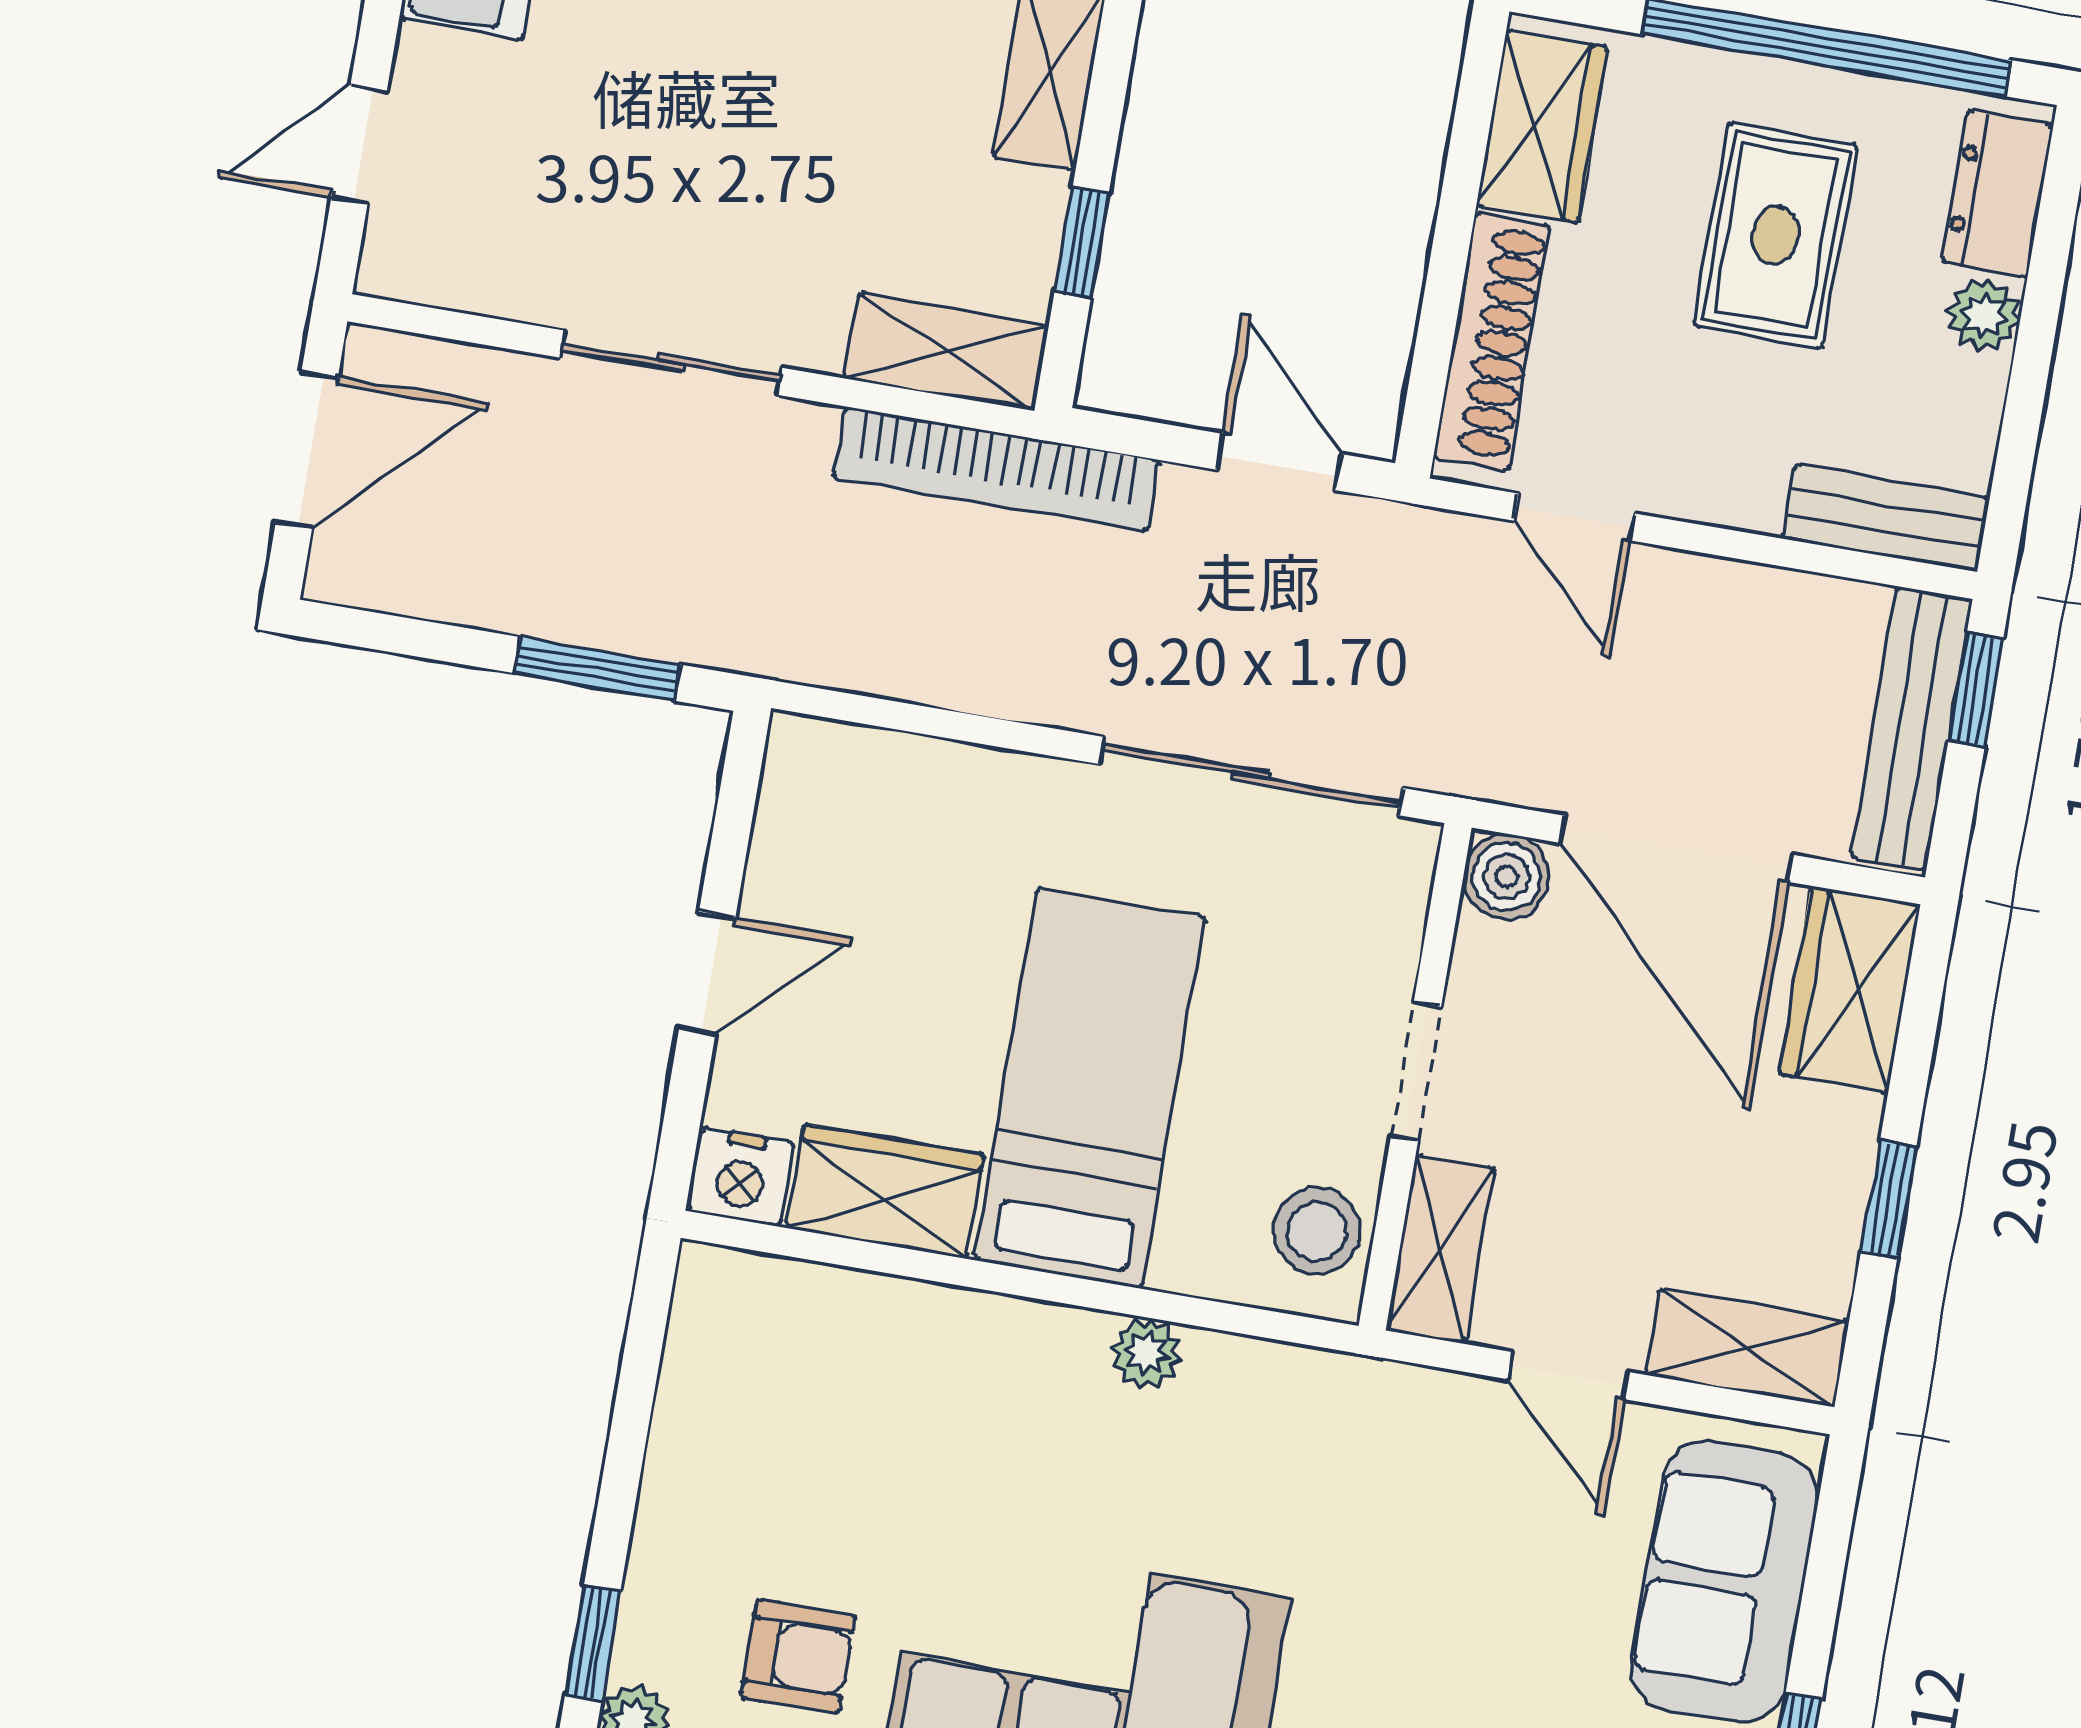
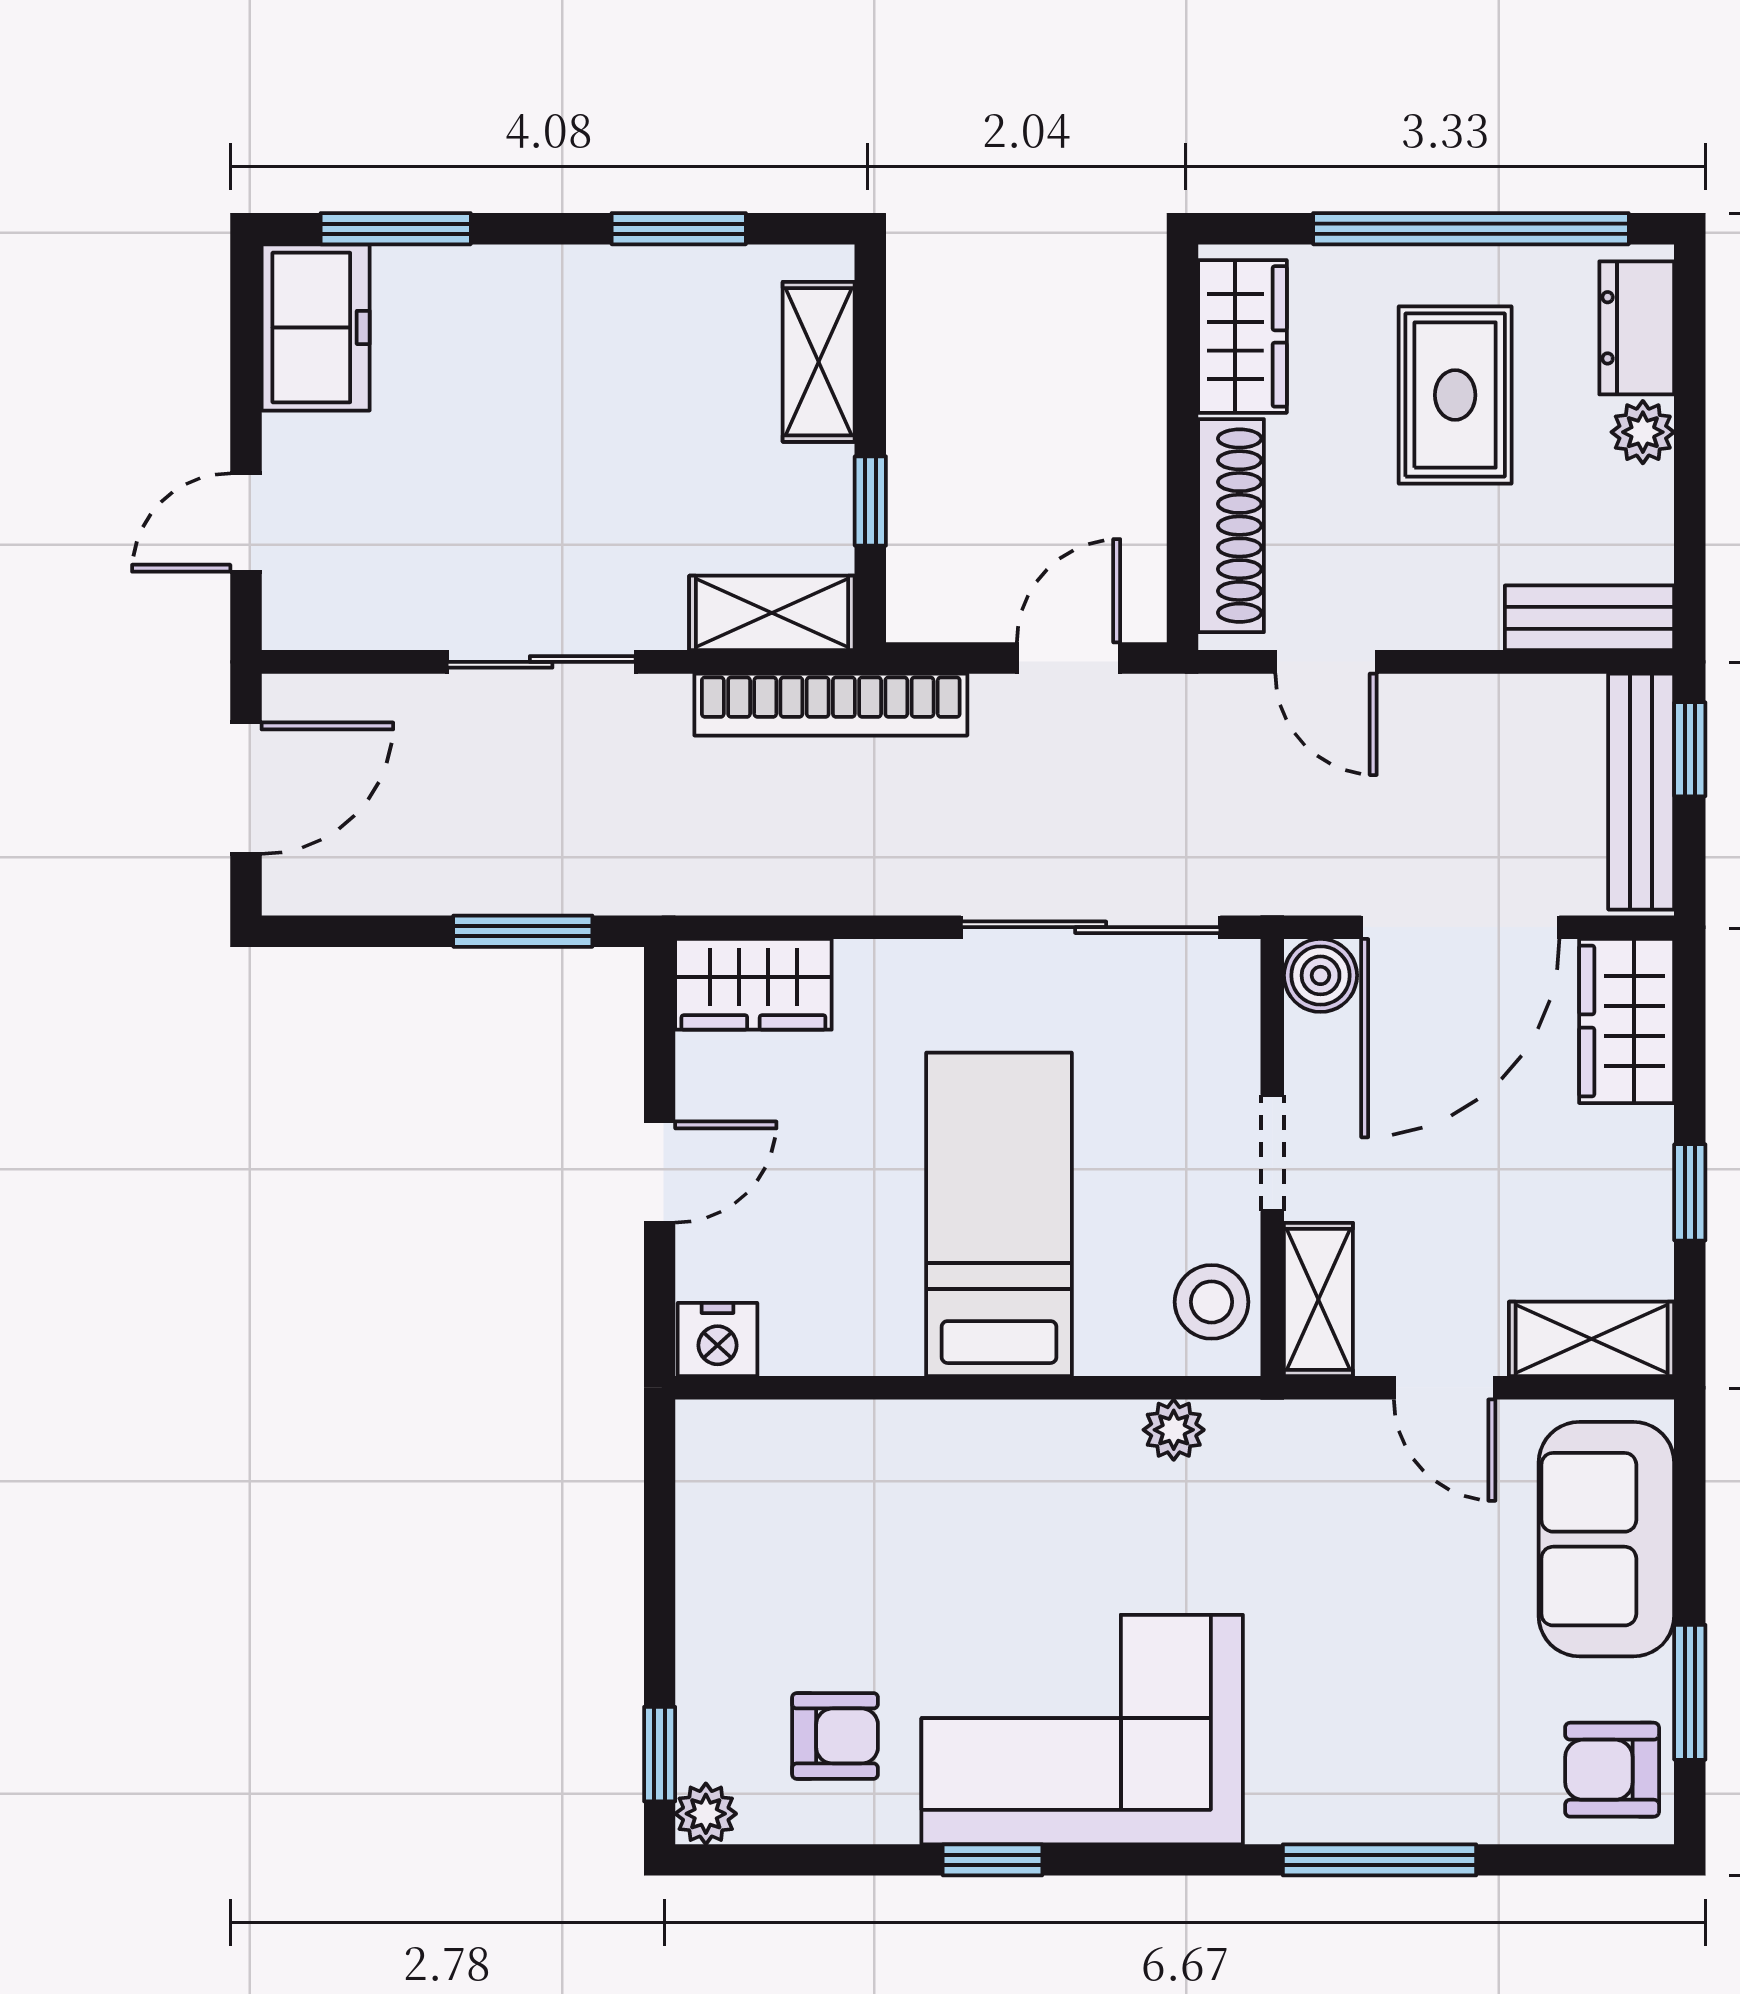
door: (1279, 462) -> (1069, 658), hinge flipped
door: (1677, 849) -> (1460, 927), hinge flipped
wardrobe: (886, 1191) -> (753, 984), moved, turned 180
plant: (1146, 1353) -> (1174, 1430), moved

